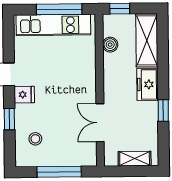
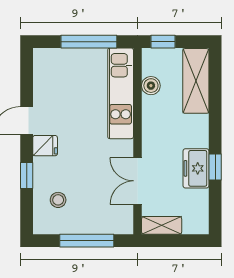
kitchen unit: (53, 25) -> (121, 93), moved, turned 90
freezer: (147, 84) -> (196, 168), moved
shelving: (135, 159) -> (162, 225), moved

